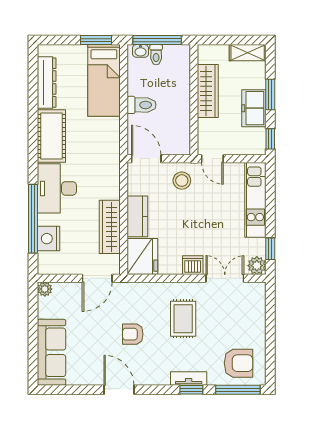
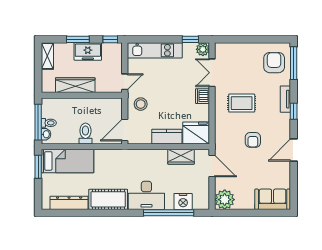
wardrobe: (110, 227) -> (181, 157), width x0.67
plant: (45, 289) -> (225, 200), width x1.88, depth x1.88
sofa: (52, 352) -> (273, 199), width x0.73
window: (191, 390) -> (294, 111), moved

